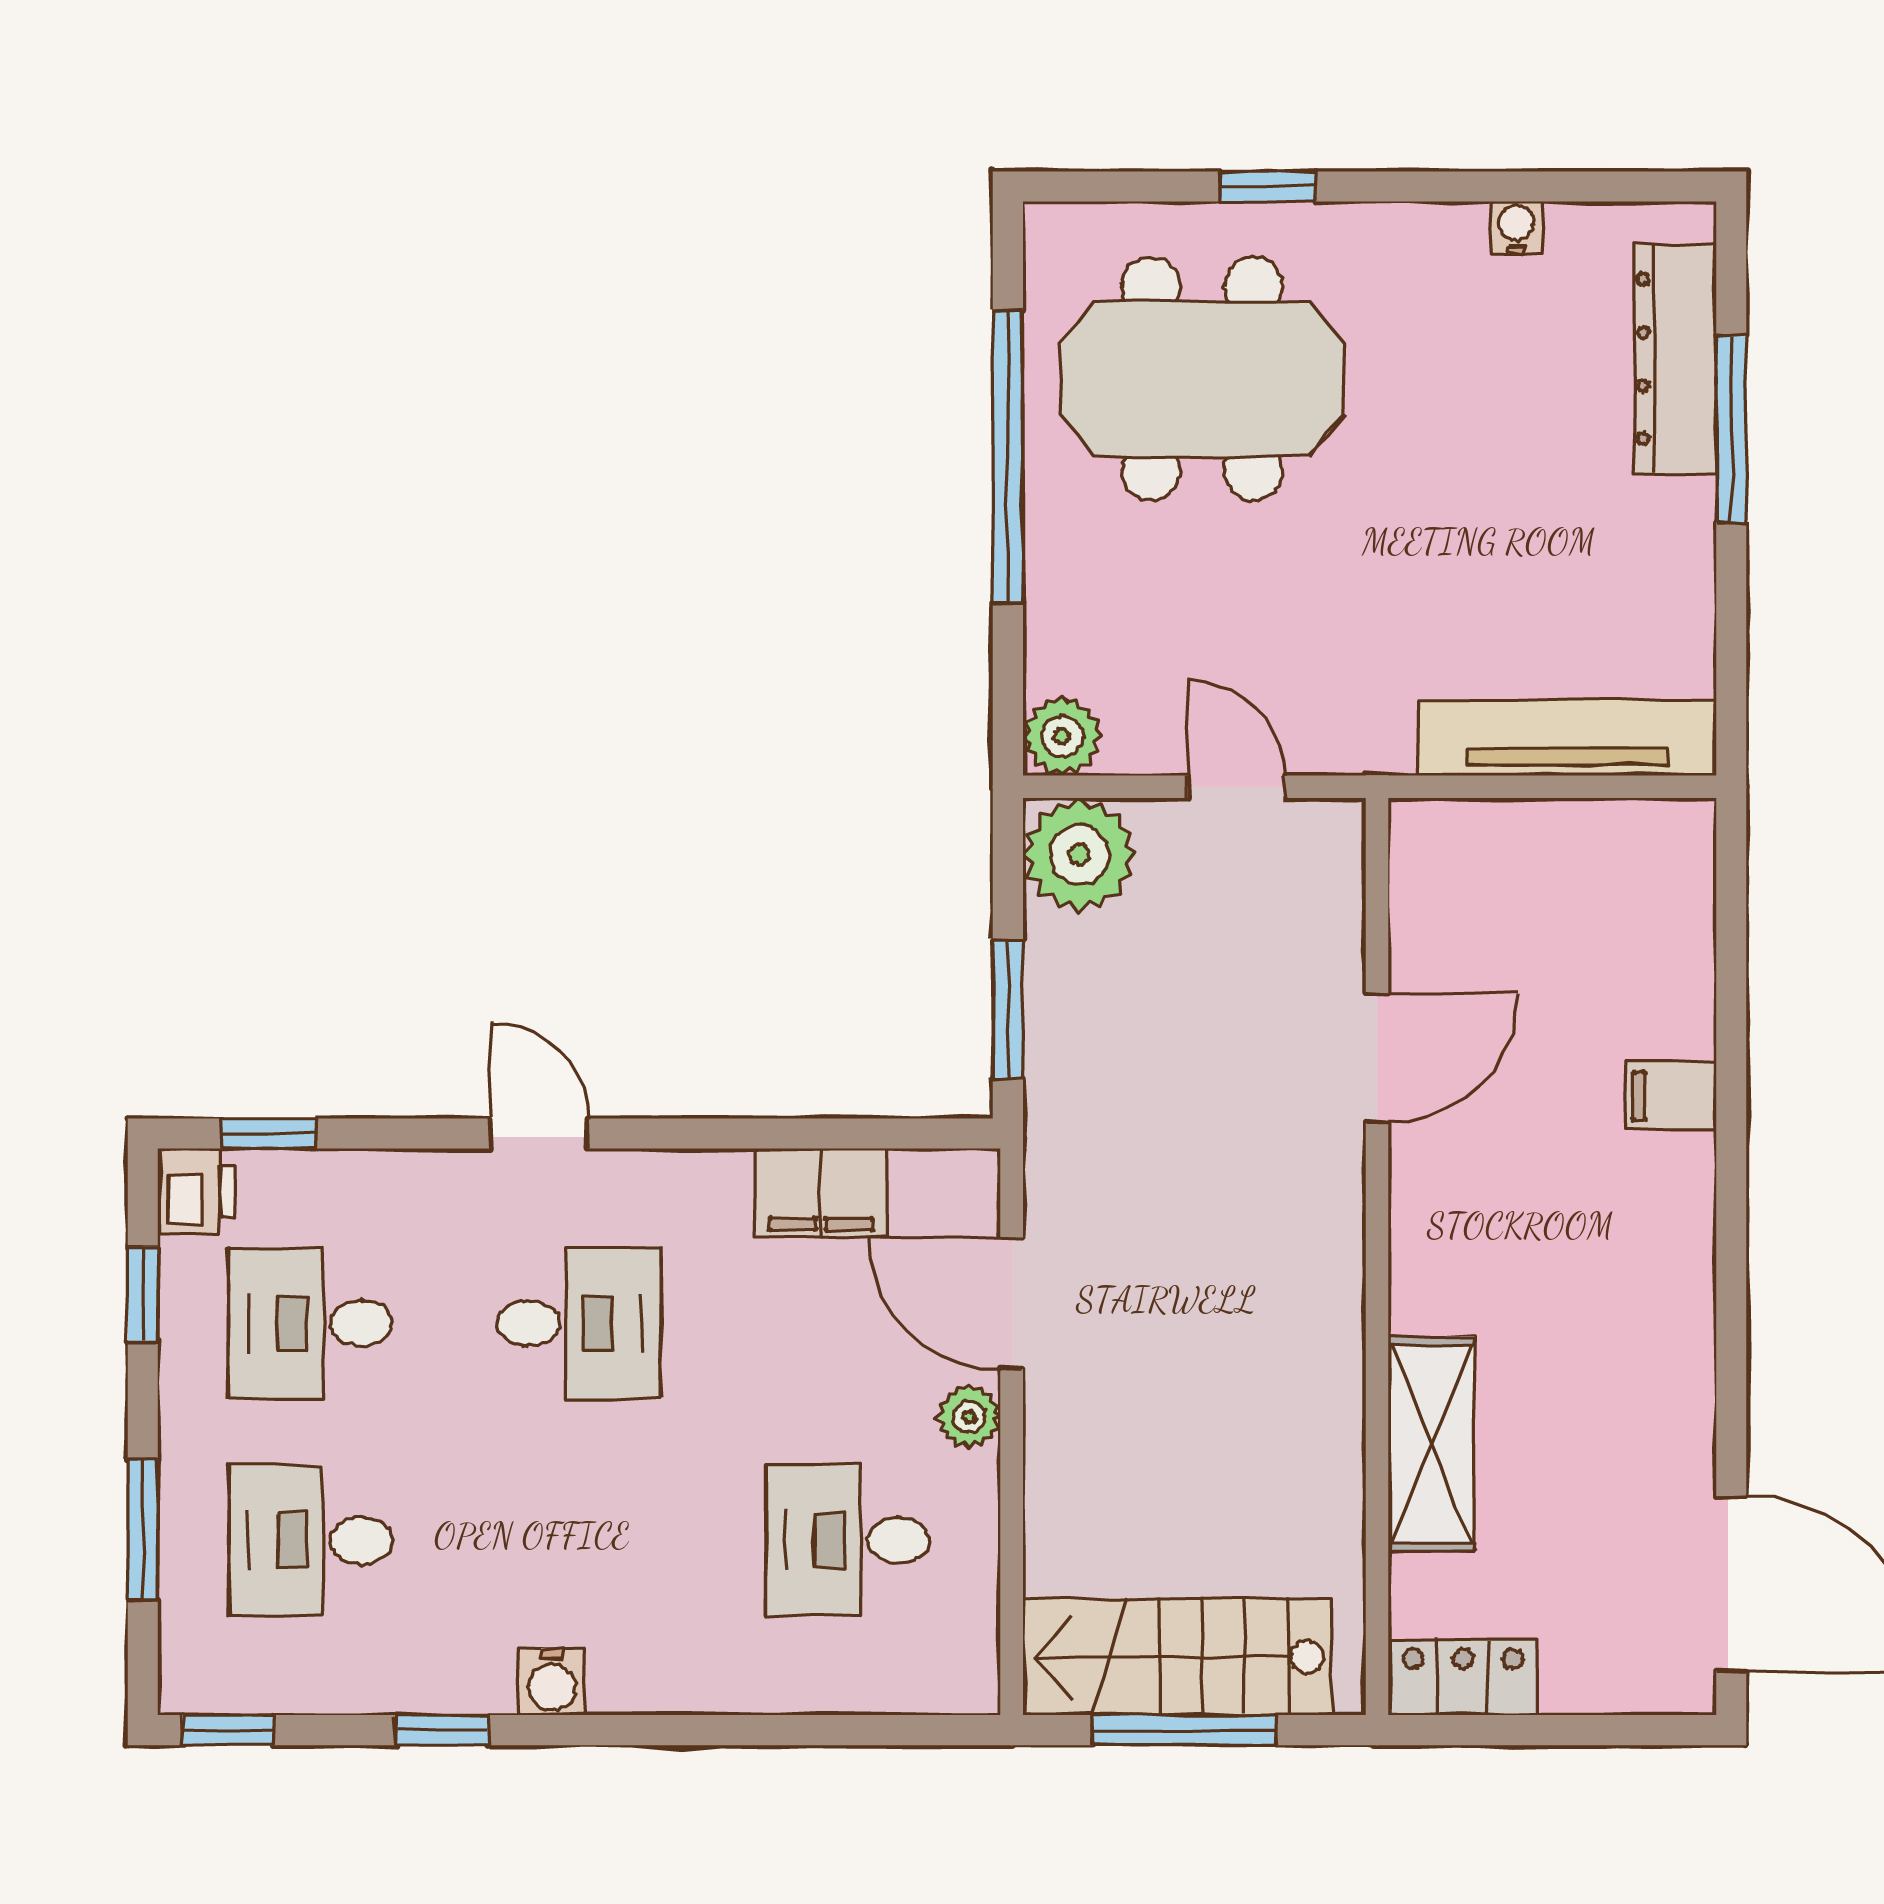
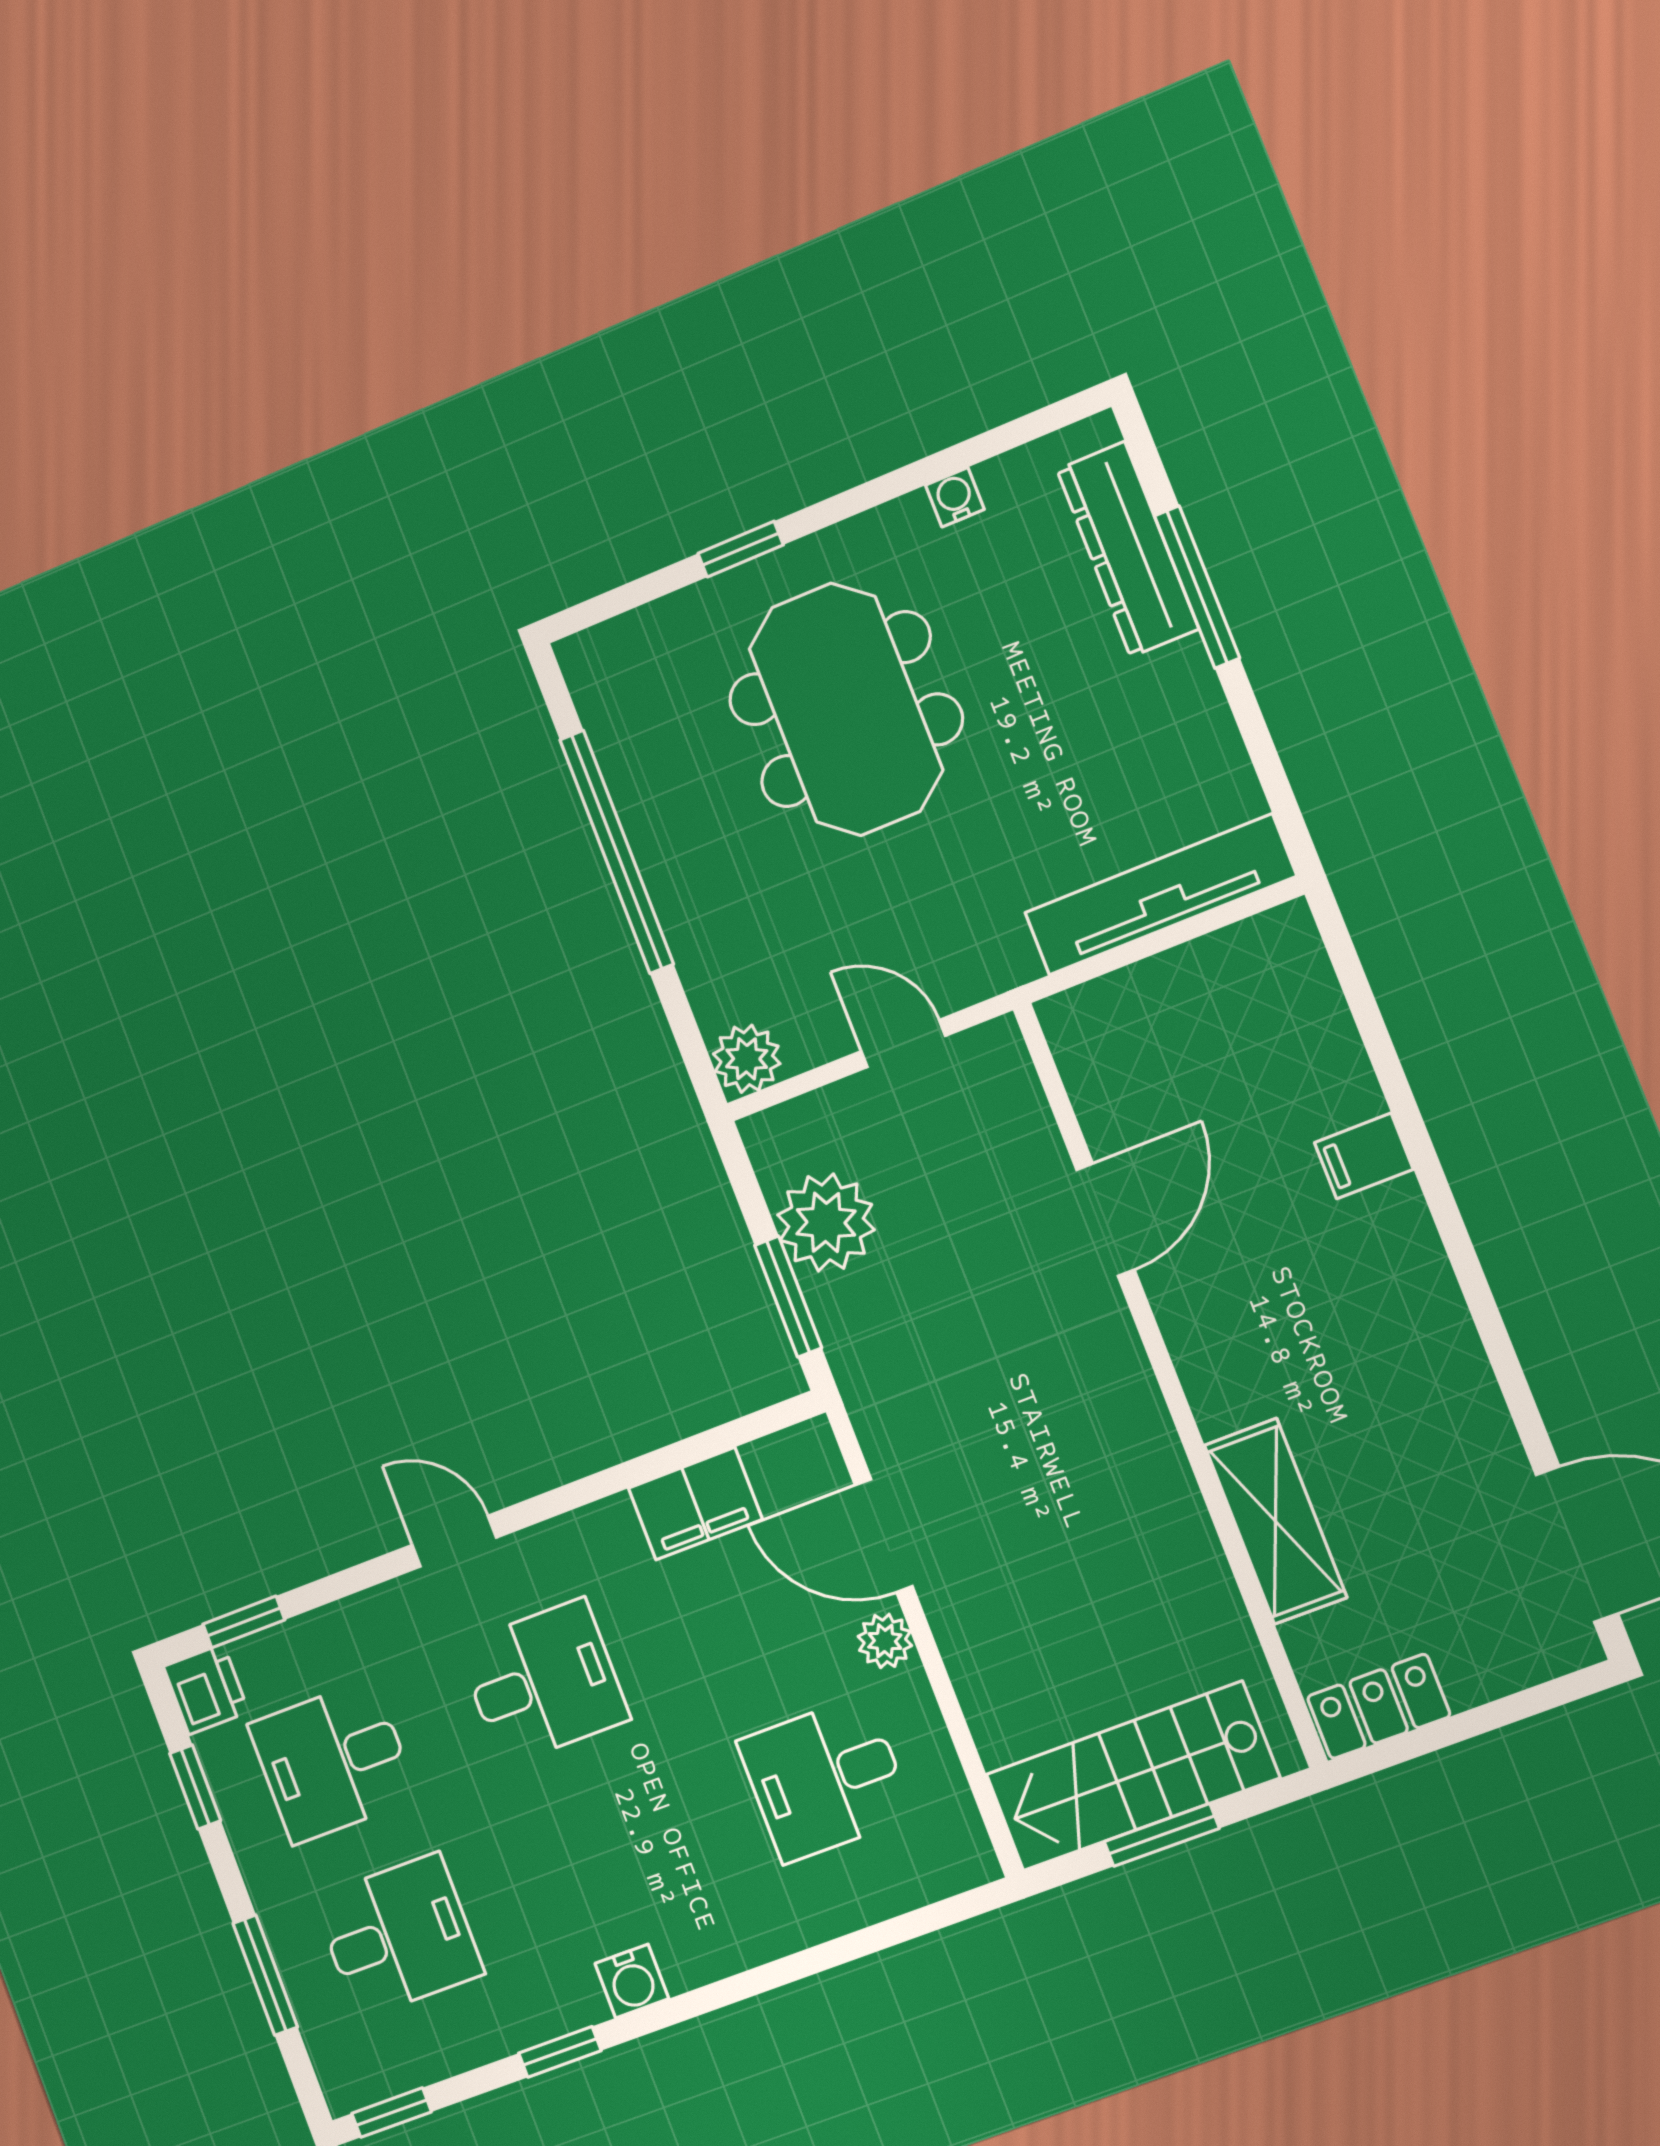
meeting table: (1202, 379) -> (846, 709), moved, turned 90
plant: (1079, 855) -> (826, 1222), moved
desk: (310, 1540) -> (398, 1936), turned 180
window: (1184, 1730) -> (1162, 1835), width x0.69

